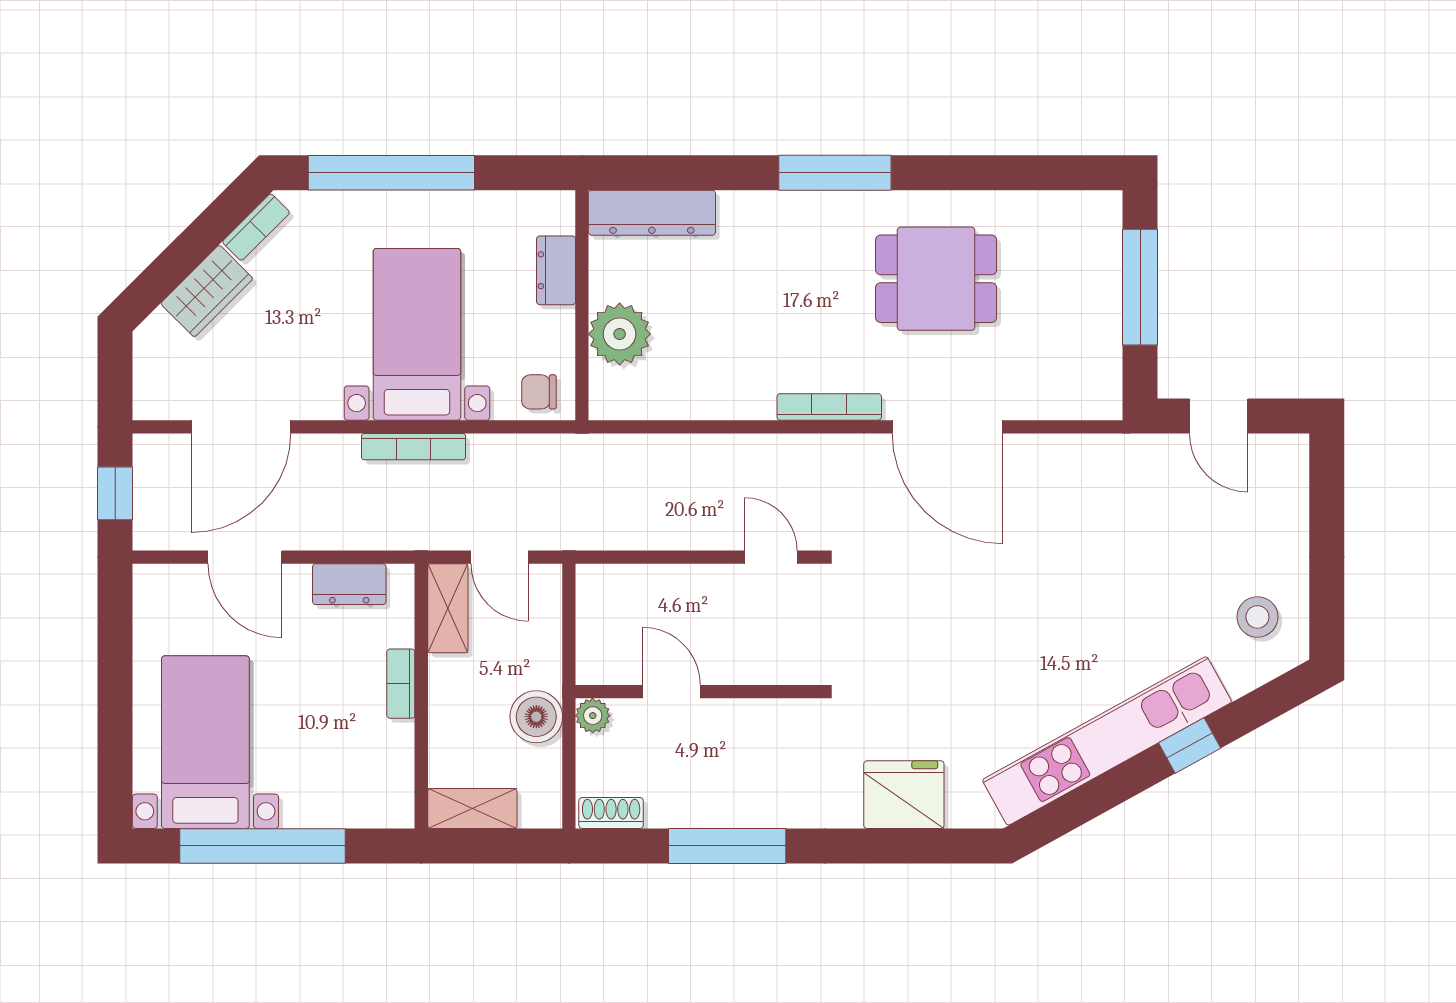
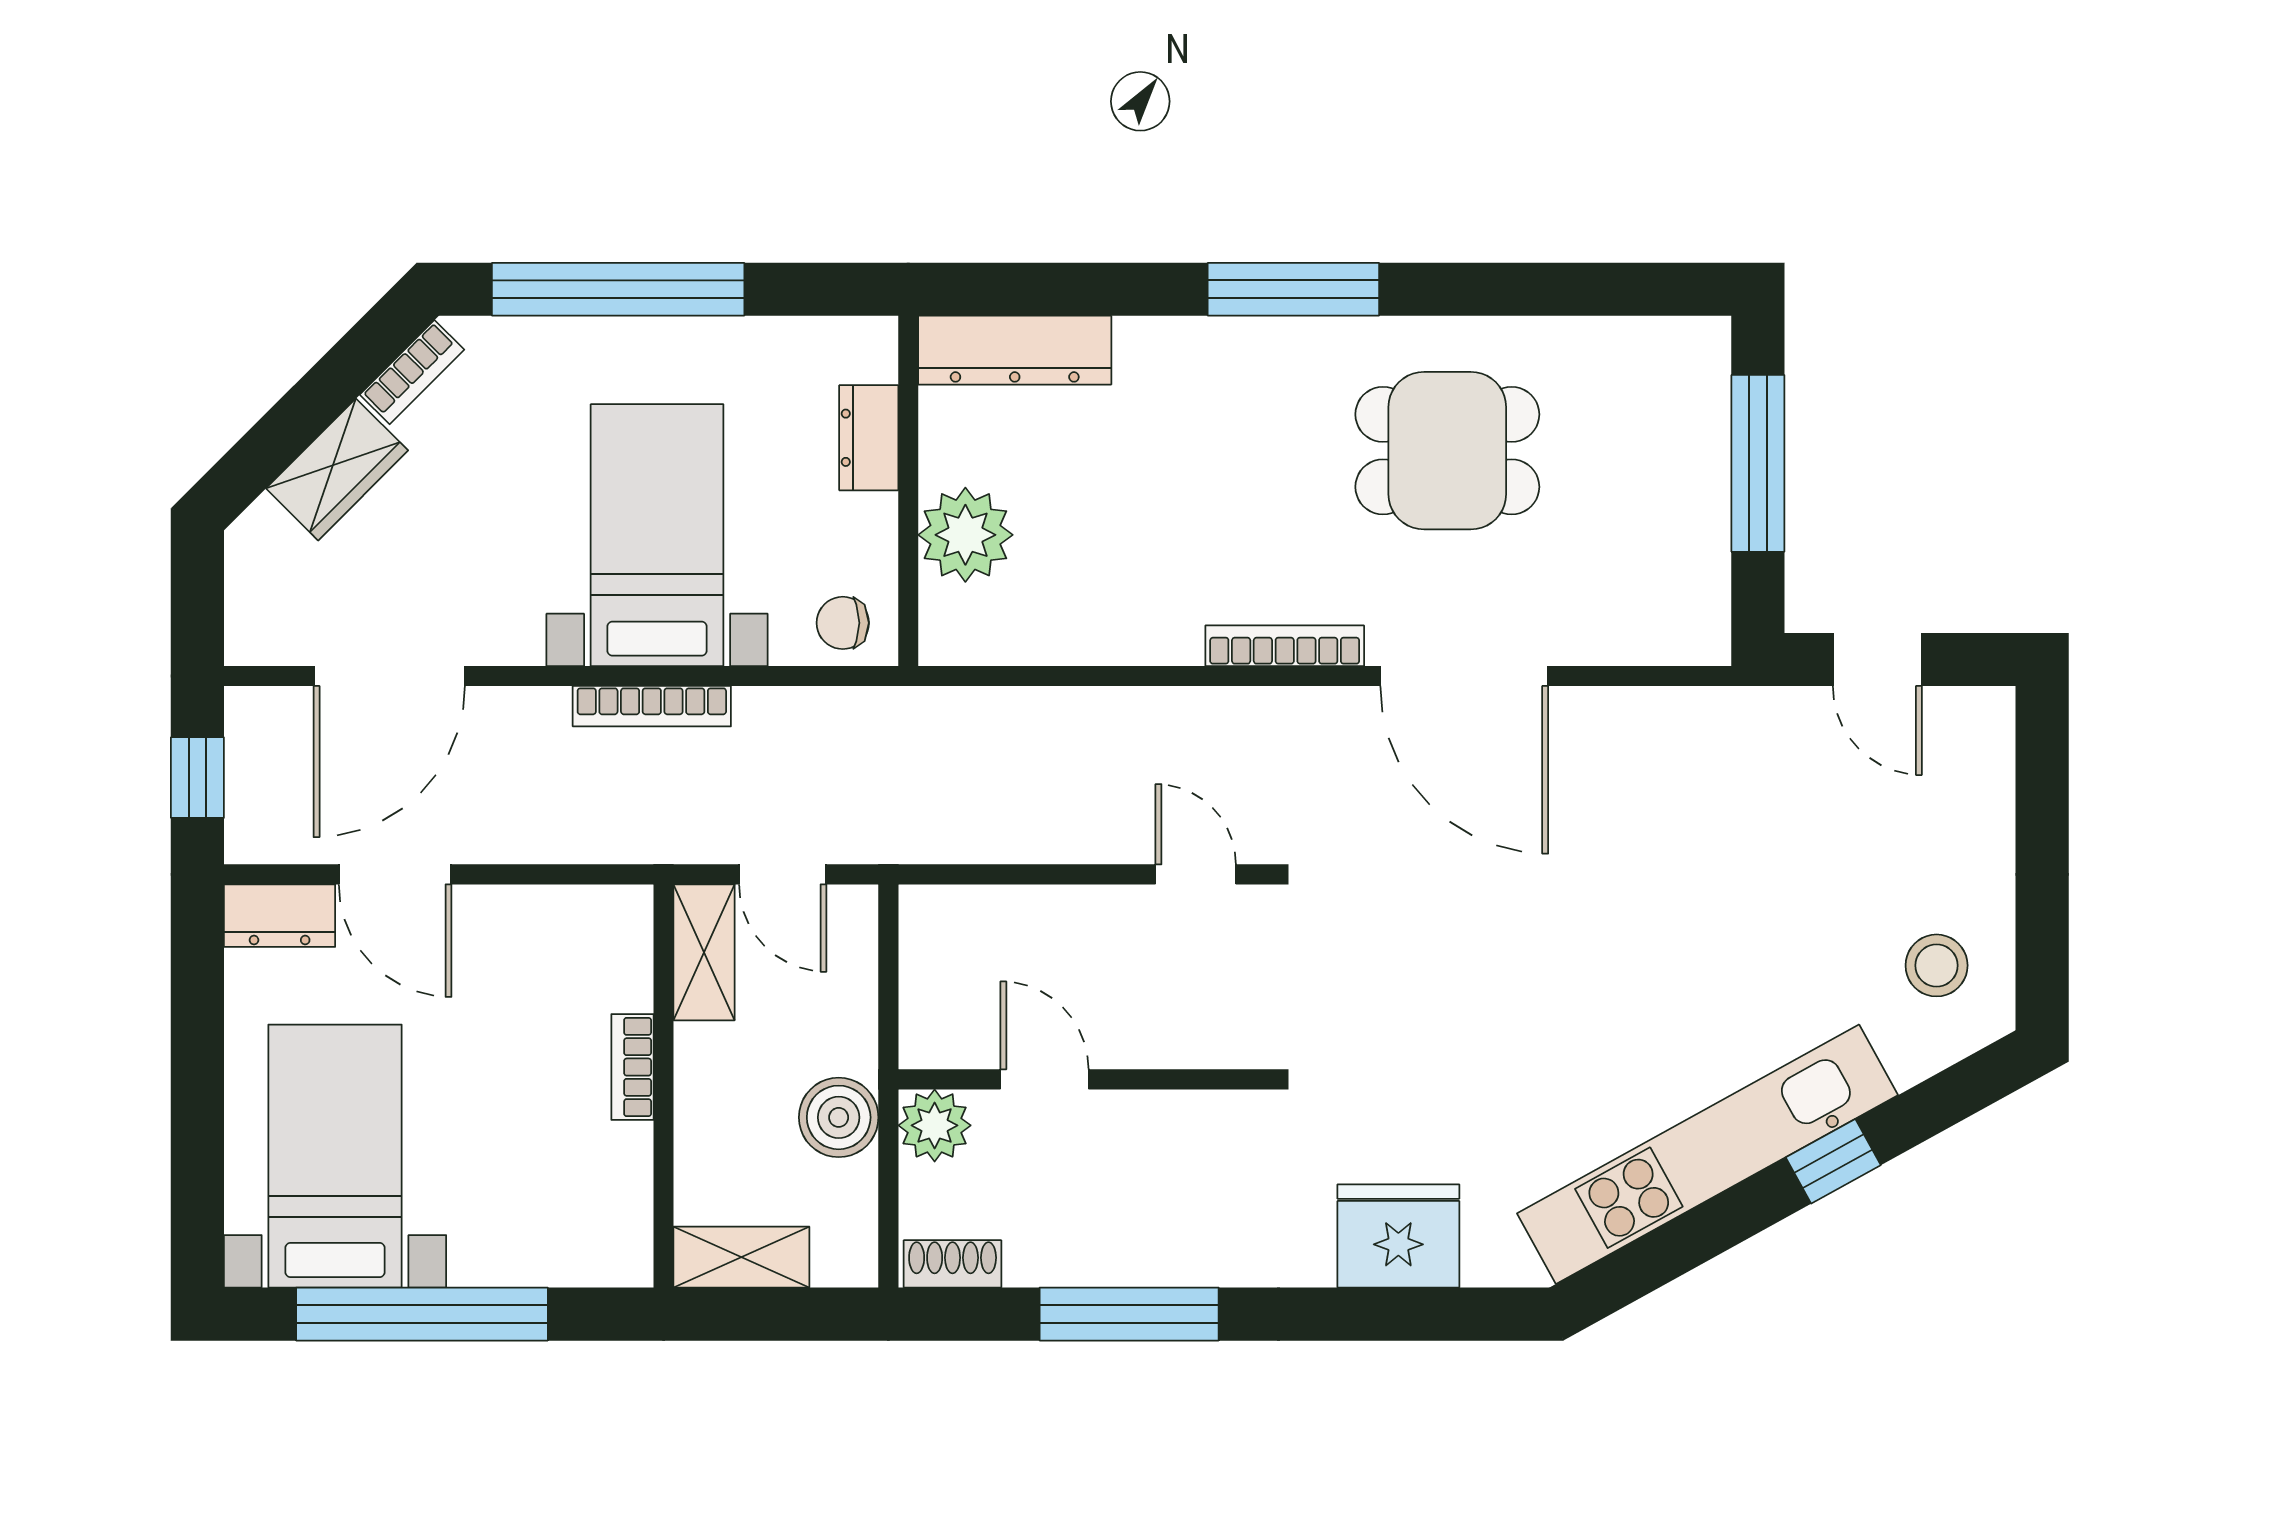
dresser: (349, 584) -> (280, 916), moved
plant: (593, 716) -> (935, 1125), width x1.38, depth x1.38

